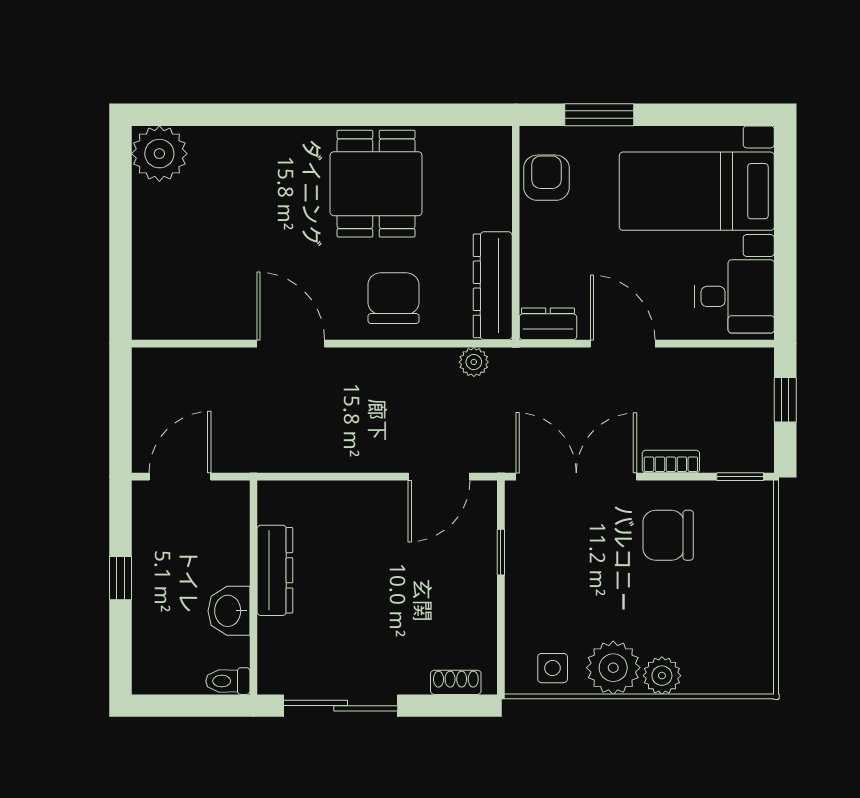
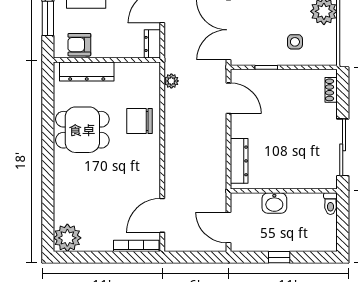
dresser: (493, 286) -> (87, 72), moved
bookcase: (143, 292) -> (136, 246), added
door: (291, 344) -> (162, 215), moved
dresser: (275, 570) -> (239, 161), moved, turned 90
washbasin: (229, 611) -> (274, 203), moved
side table: (553, 668) -> (295, 42), moved

